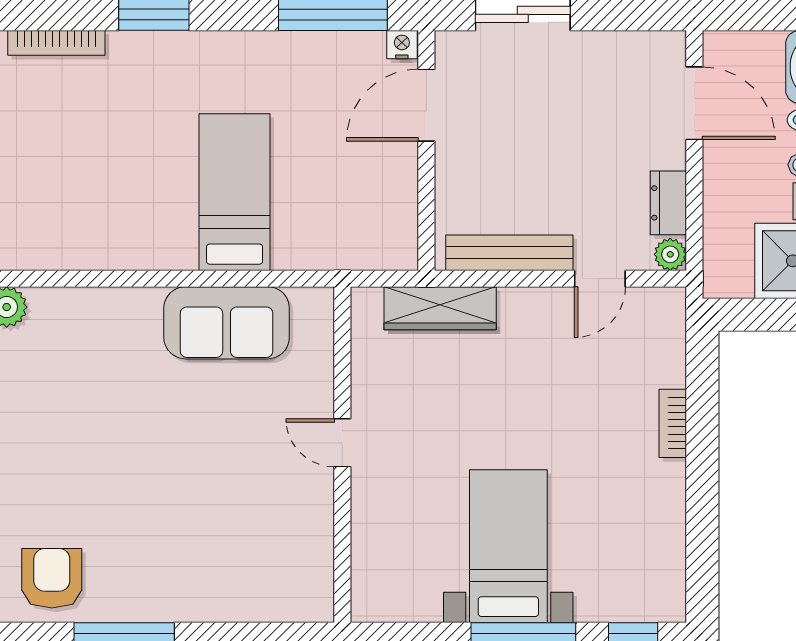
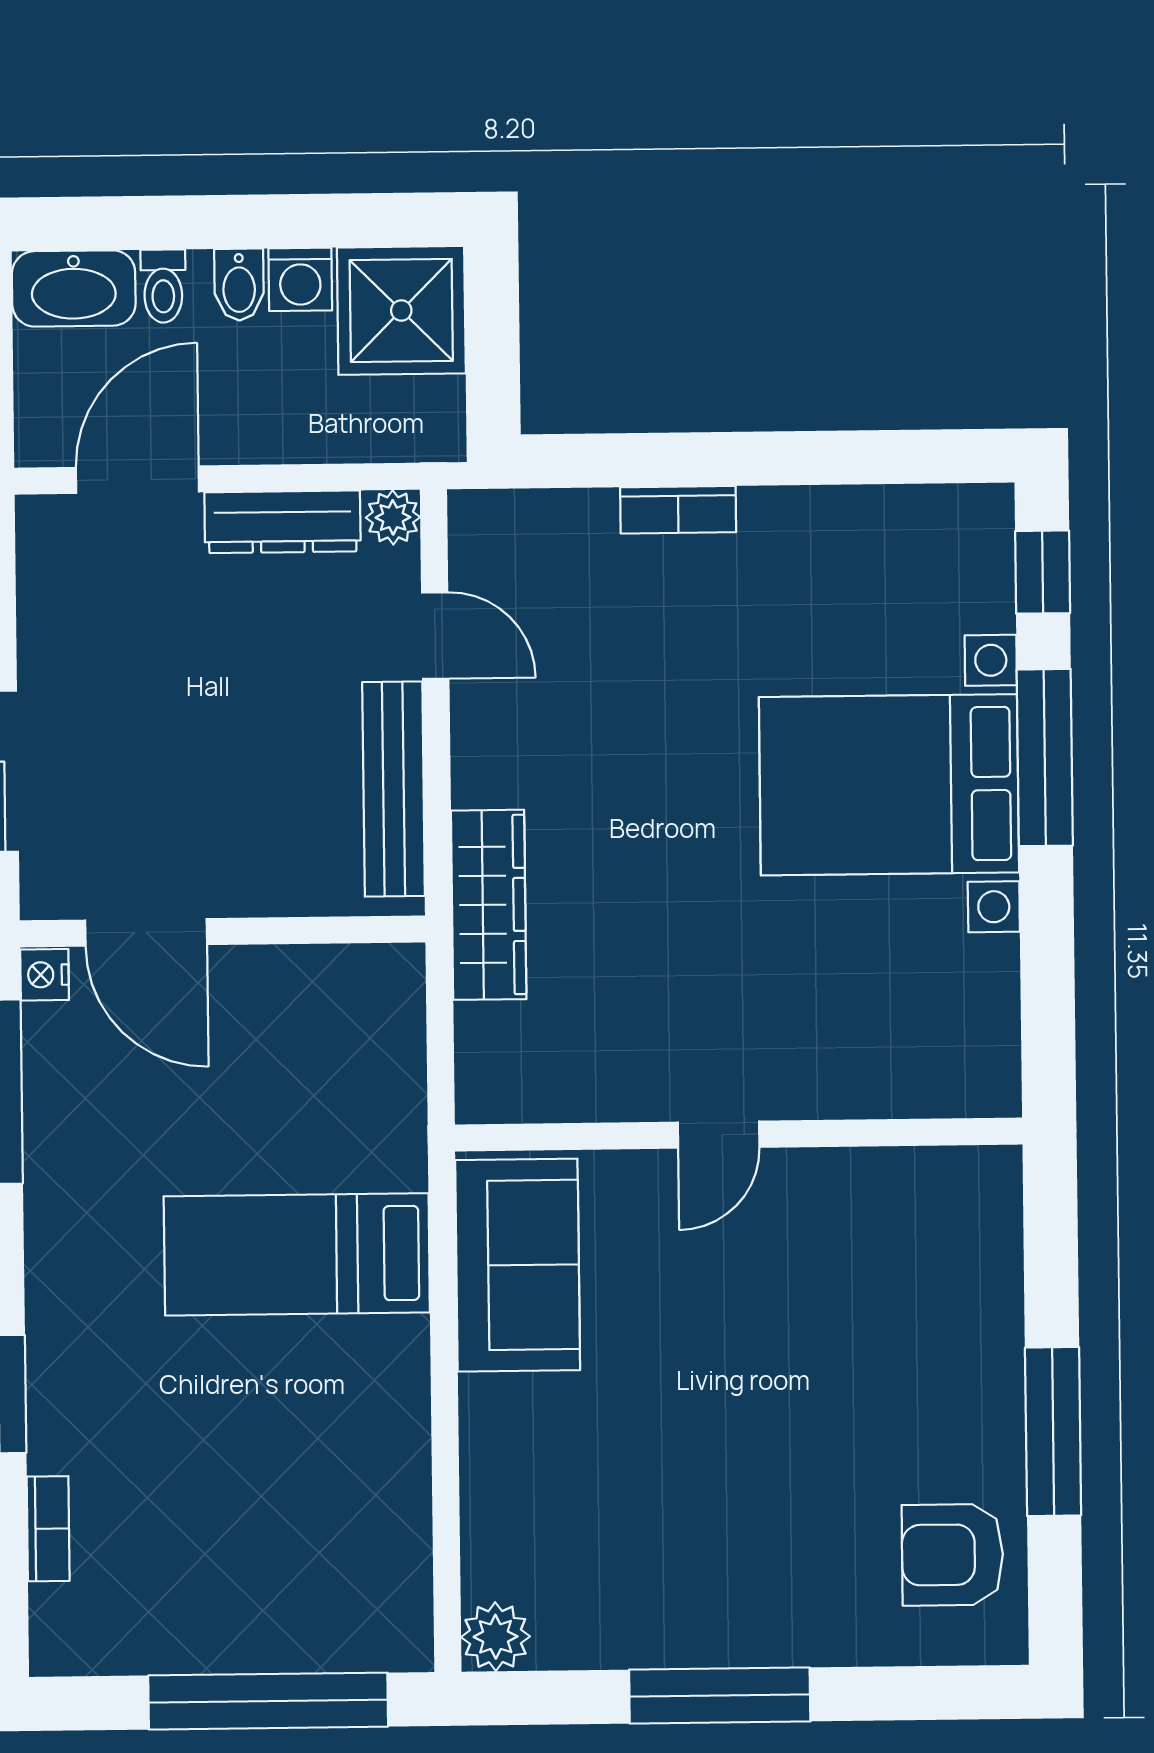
bookcase: (56, 43) -> (48, 1529), width x0.64
dresser: (668, 203) -> (283, 522), width x1.44
door: (342, 443) -> (719, 1135), moved
wall: (342, 455) -> (739, 1134), moved
bed with nightstands: (508, 546) -> (889, 785), width x1.36

